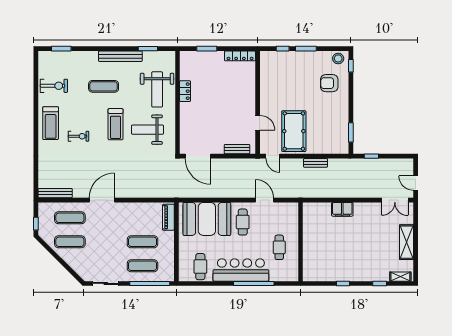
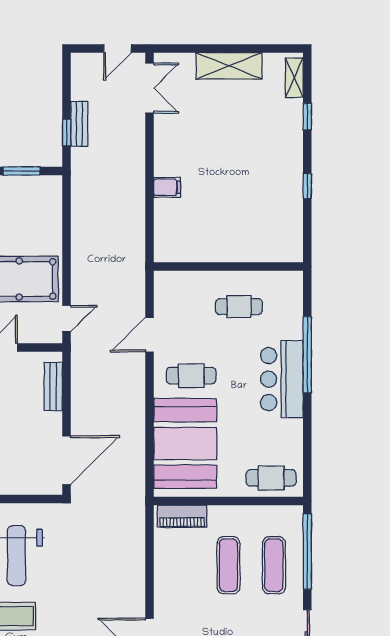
bench: (315, 163) -> (79, 124), moved
filing cabinet: (342, 209) -> (167, 187), width x0.50
cafe table: (200, 267) -> (271, 478), moved
bar counter: (241, 270) -> (282, 379), width x0.73

